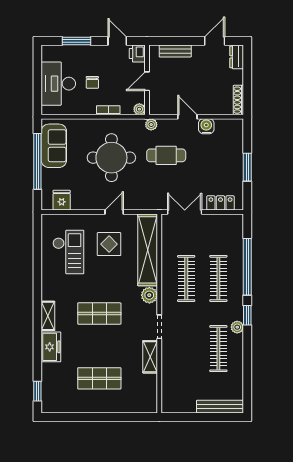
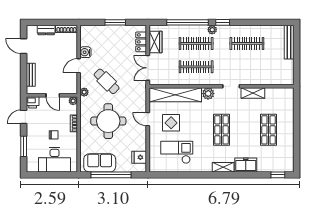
dresser: (237, 57) -> (46, 30), moved
cafe table: (166, 155) -> (107, 81), turned -45
wardrobe: (220, 223) -> (155, 42), added
plant: (237, 327) -> (212, 30), moved

